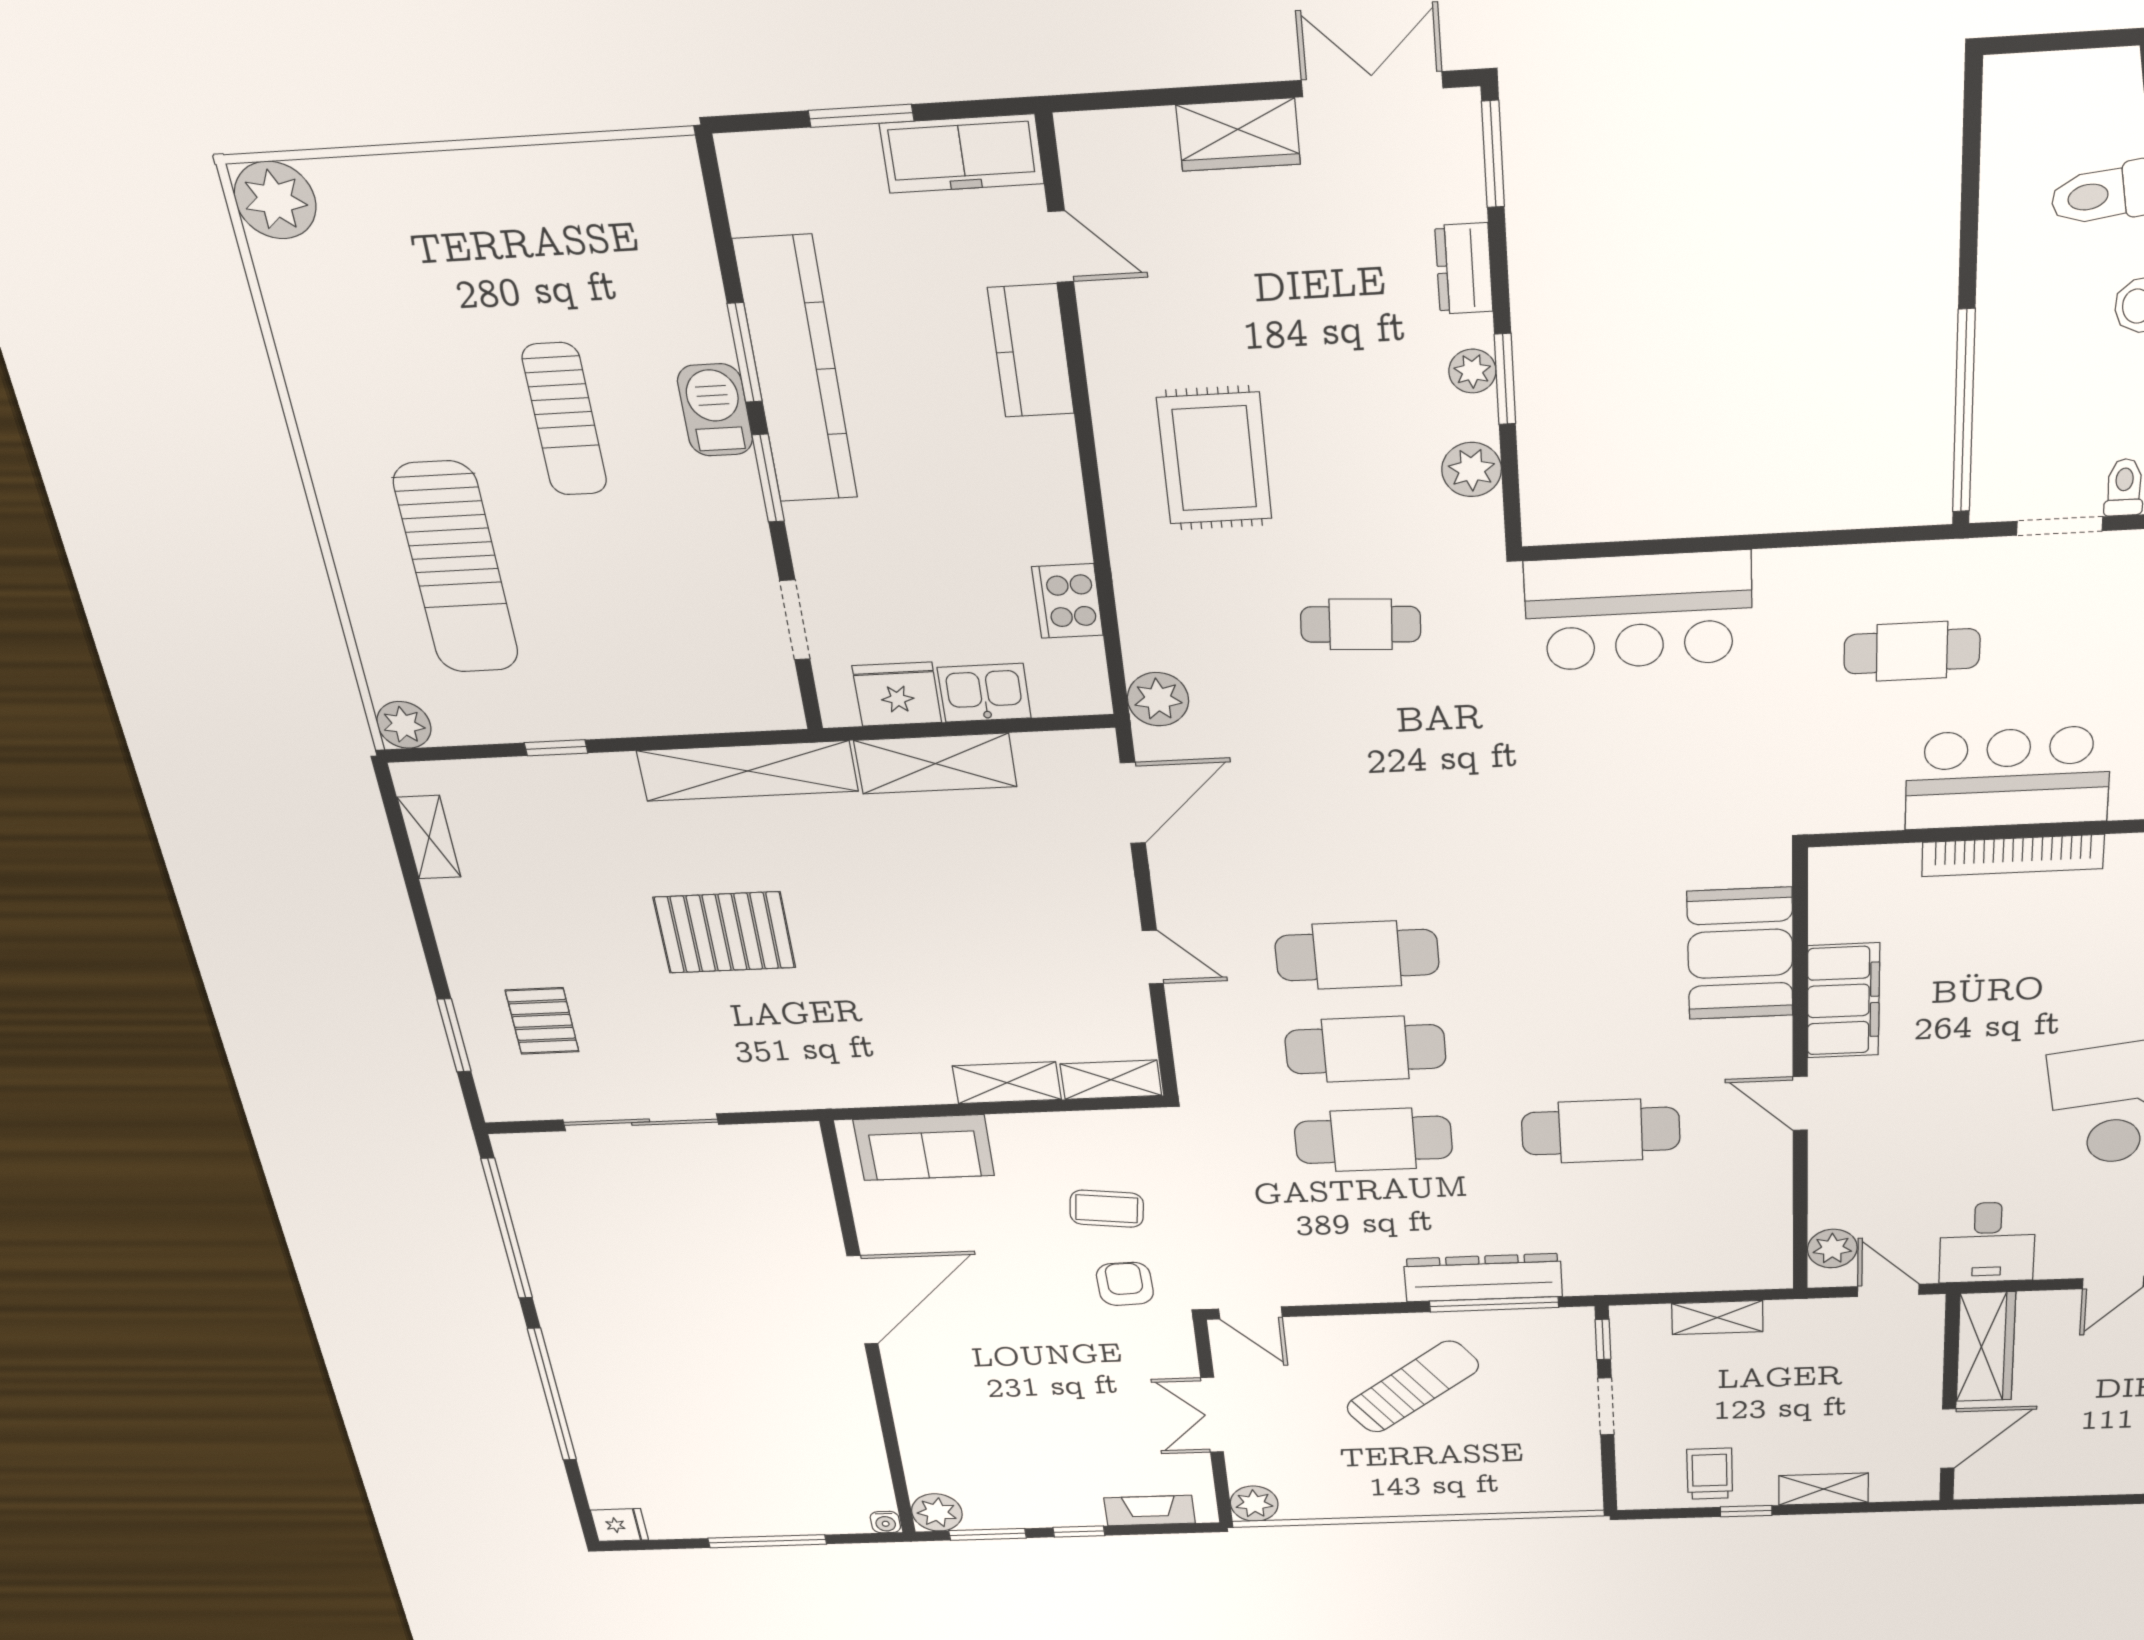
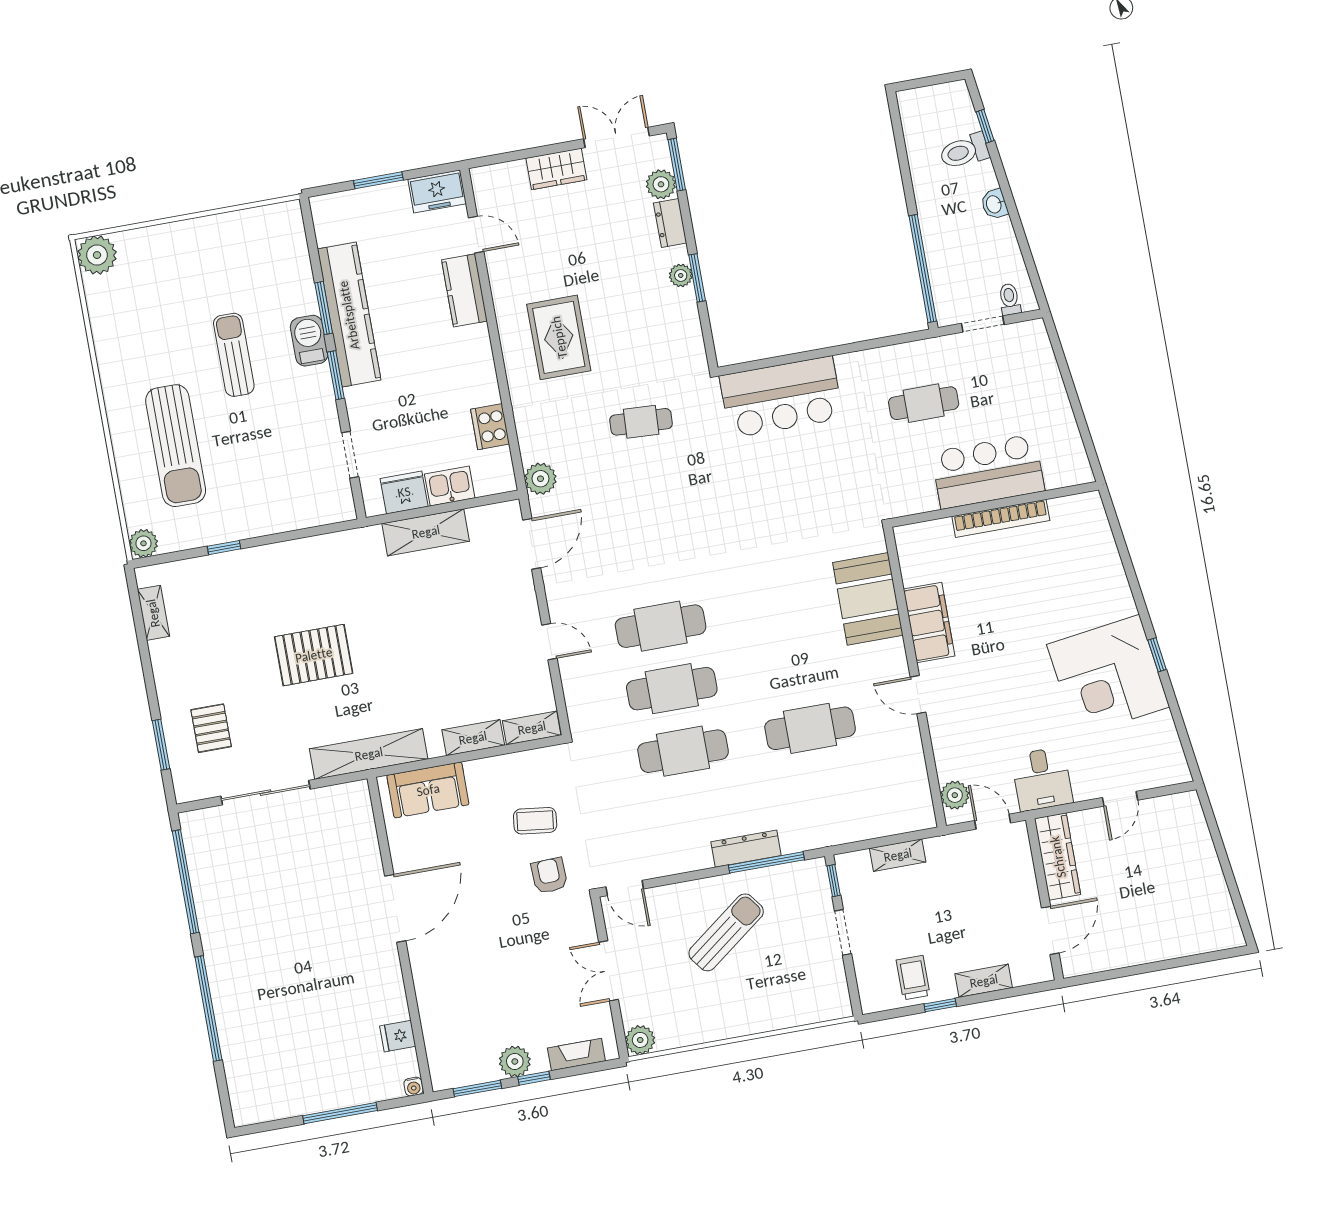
freezer: (962, 154) -> (437, 191), width x0.71
sun lounger: (565, 419) -> (234, 355), turned 180
plant: (1472, 470) -> (661, 184), moved
shelving: (748, 771) -> (369, 754), moved
dresser: (1483, 1278) -> (746, 849), width x0.73, depth x0.80
plant: (937, 1512) -> (515, 1061), moved
fridge: (619, 1525) -> (398, 1036), moved, turned 180

